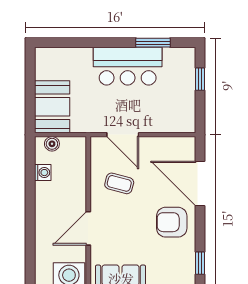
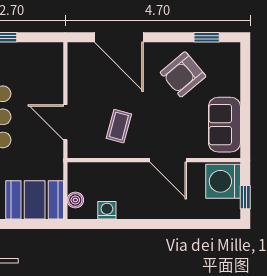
door: (123, 135) -> (65, 122), swing flipped
door: (200, 183) -> (119, 37), hinge flipped
armchair: (172, 222) -> (183, 74), moved, turned 50

